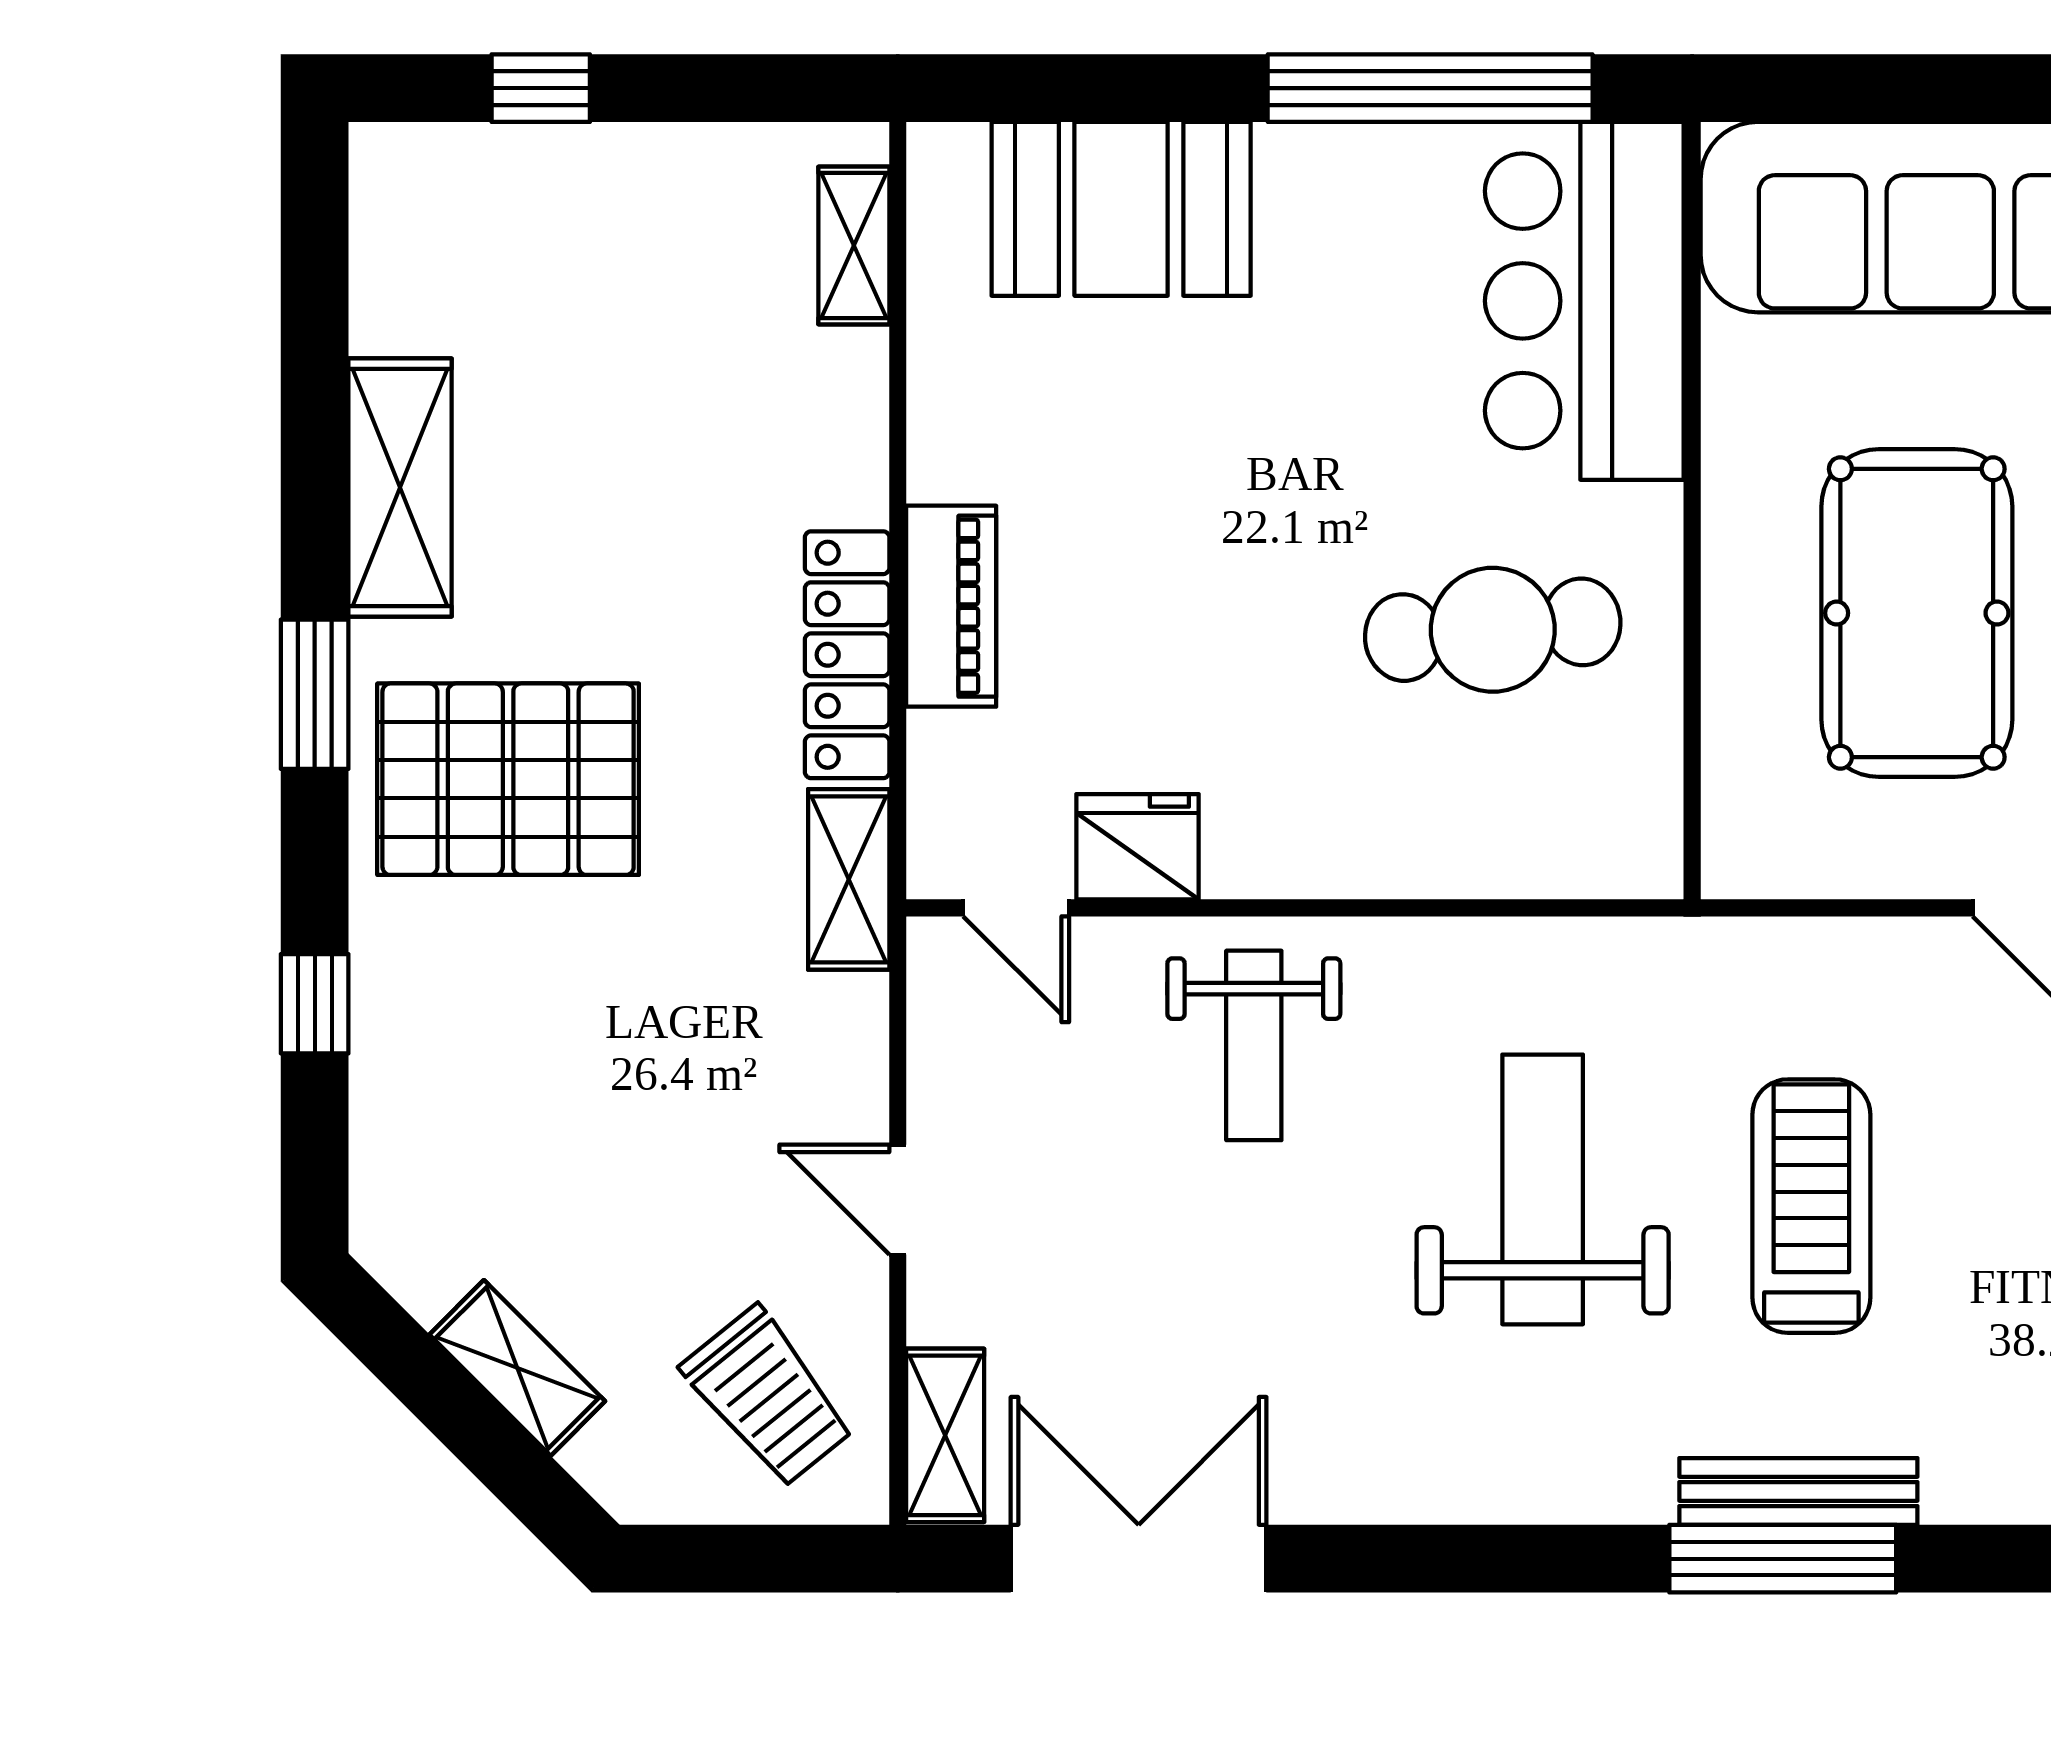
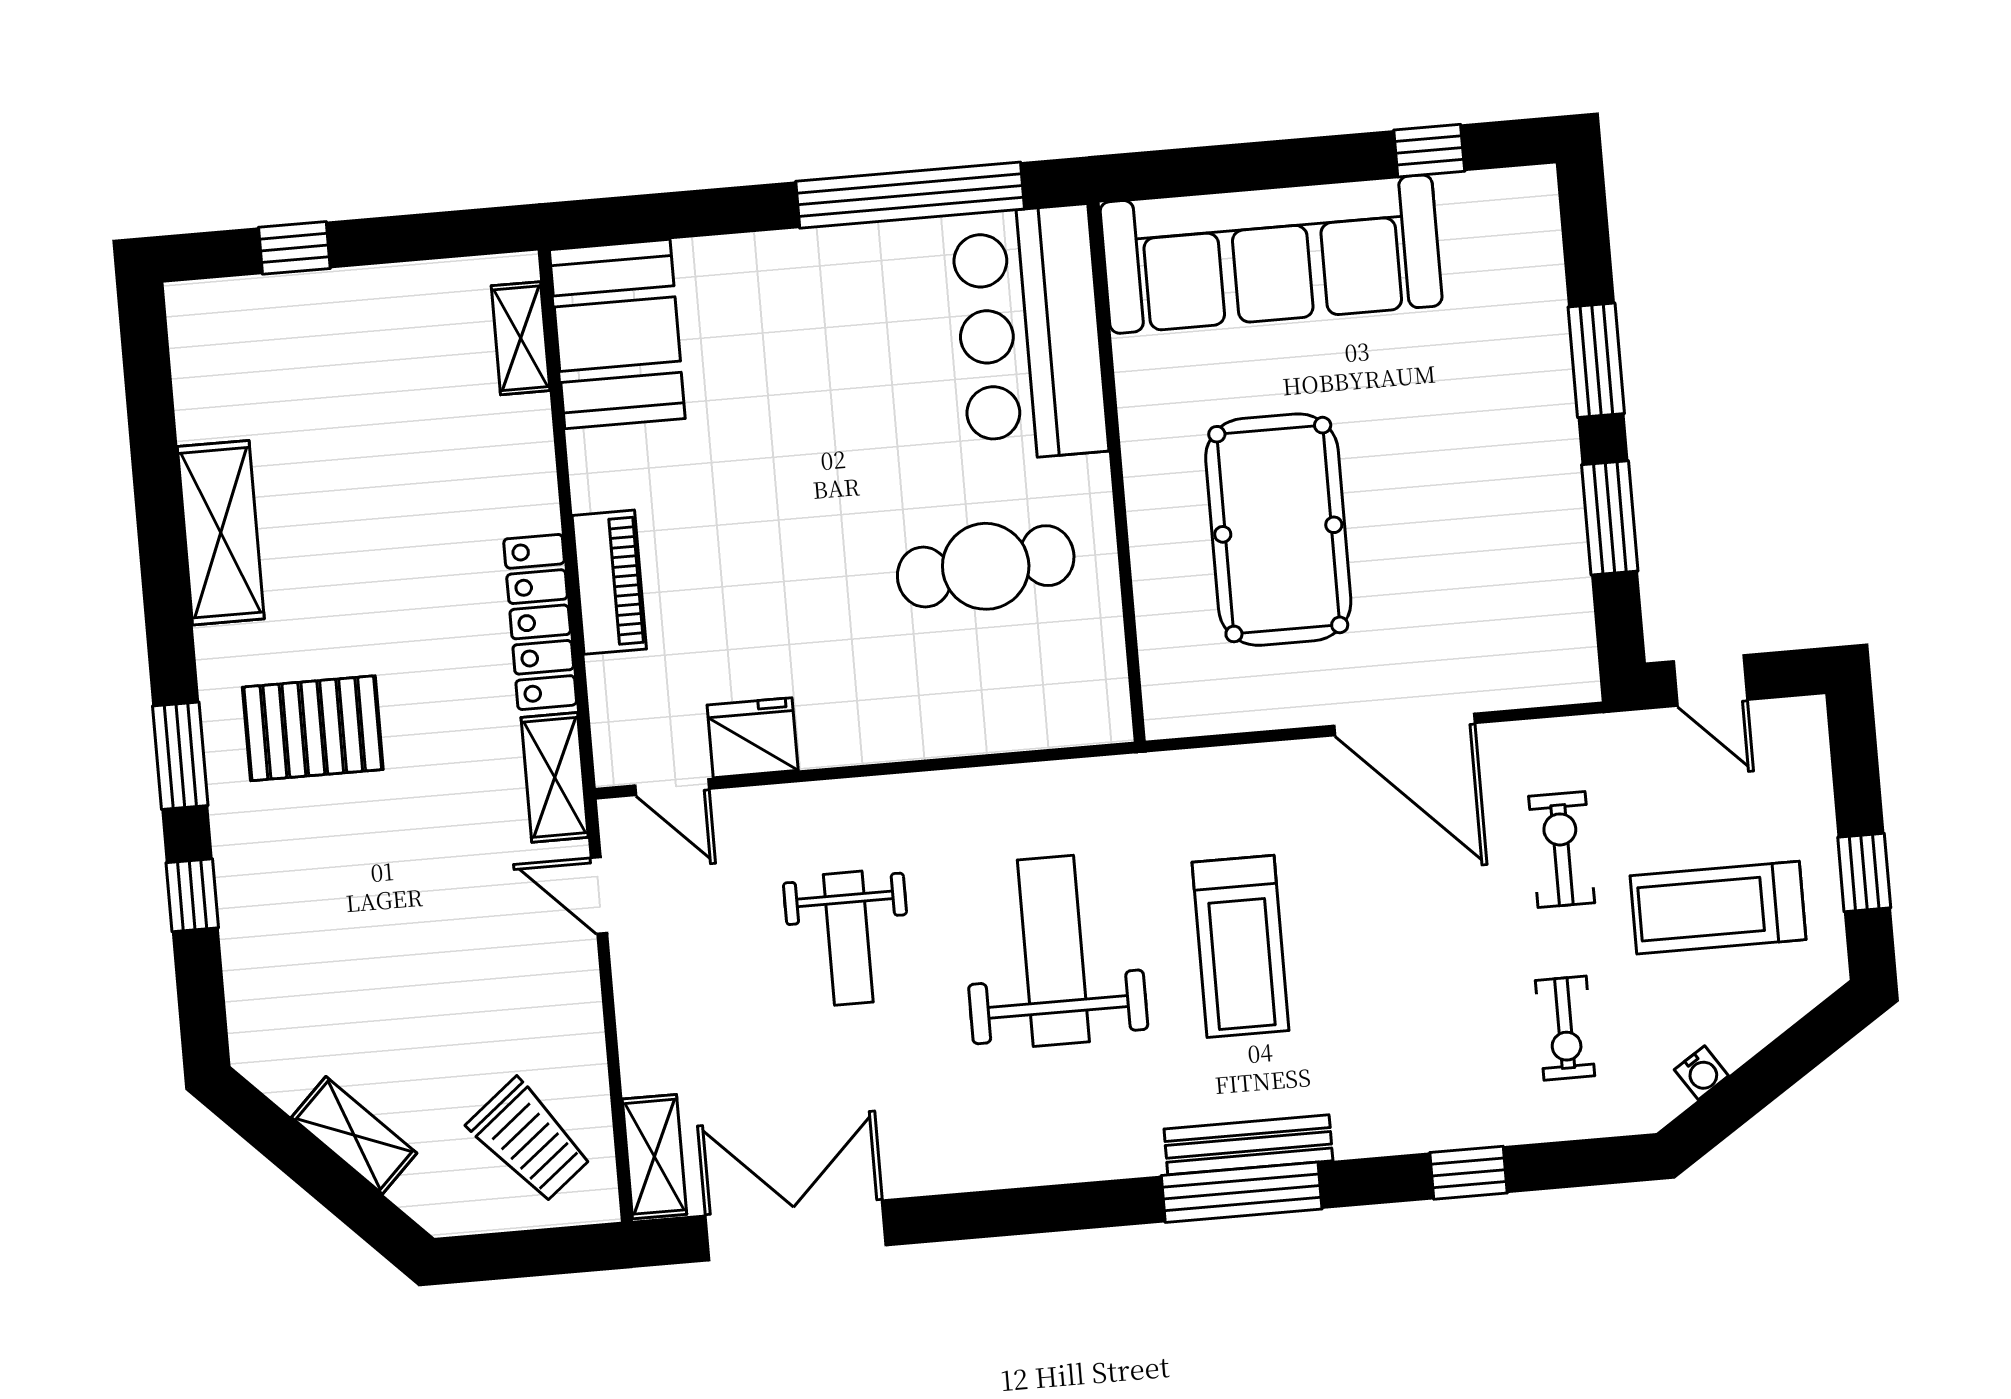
booth: (1121, 209) -> (617, 334), moved, turned 90
window: (315, 694) -> (180, 756), moved
pallet: (508, 779) -> (313, 728), width x0.73, depth x0.71
weight bench: (1254, 1045) -> (848, 938), moved
door: (898, 1200) -> (599, 896), moved
treadmill: (1811, 1206) -> (1240, 946), turned 180

